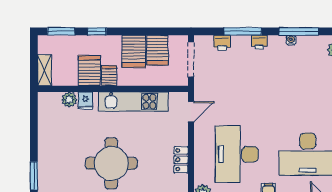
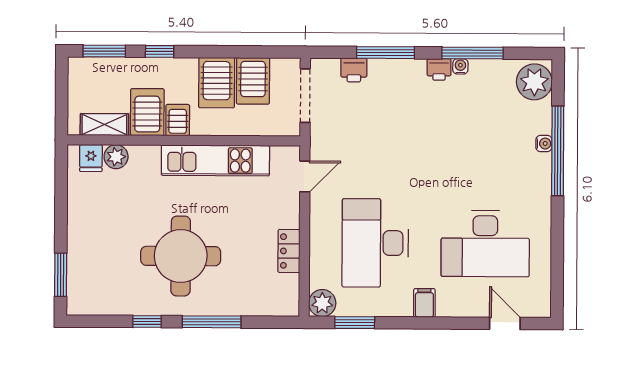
printer: (259, 42) -> (439, 69), moved
shelving: (45, 70) -> (104, 125), moved, turned 90
fridge: (85, 100) -> (91, 158), moved

